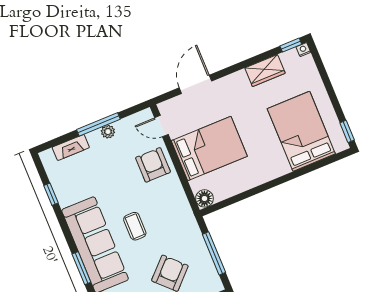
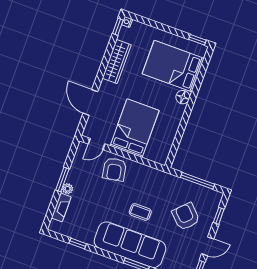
wardrobe: (265, 71) -> (117, 62), width x1.50
window: (98, 124) -> (62, 179), width x0.69
plant: (108, 132) -> (68, 189), moved
armchair: (153, 165) -> (114, 169), turned -100
floor lamp: (204, 198) -> (183, 97), moved

